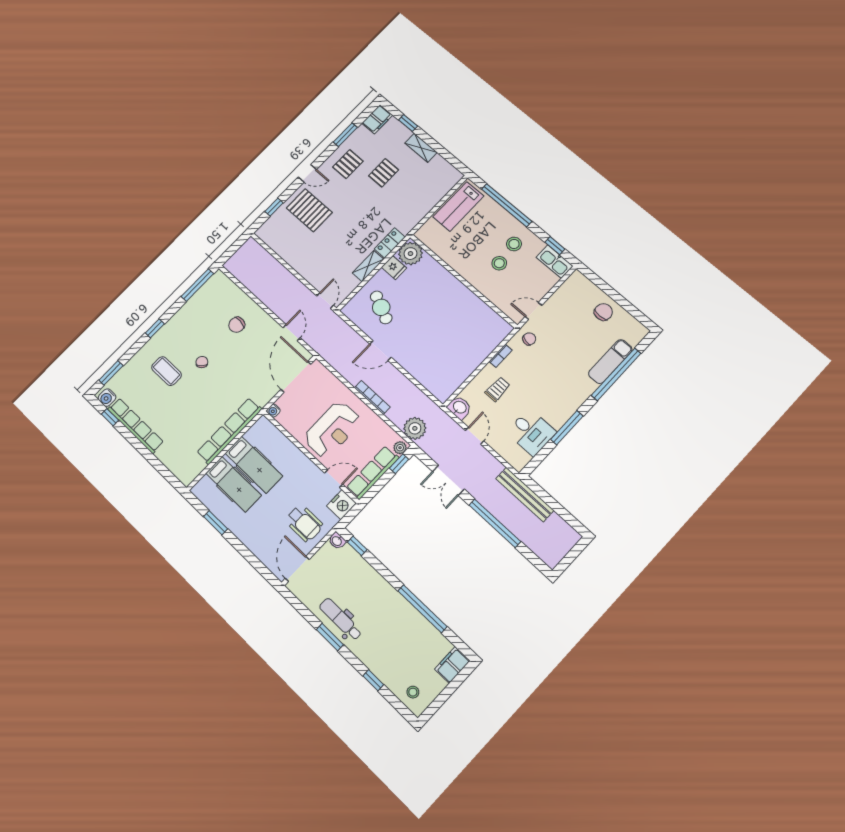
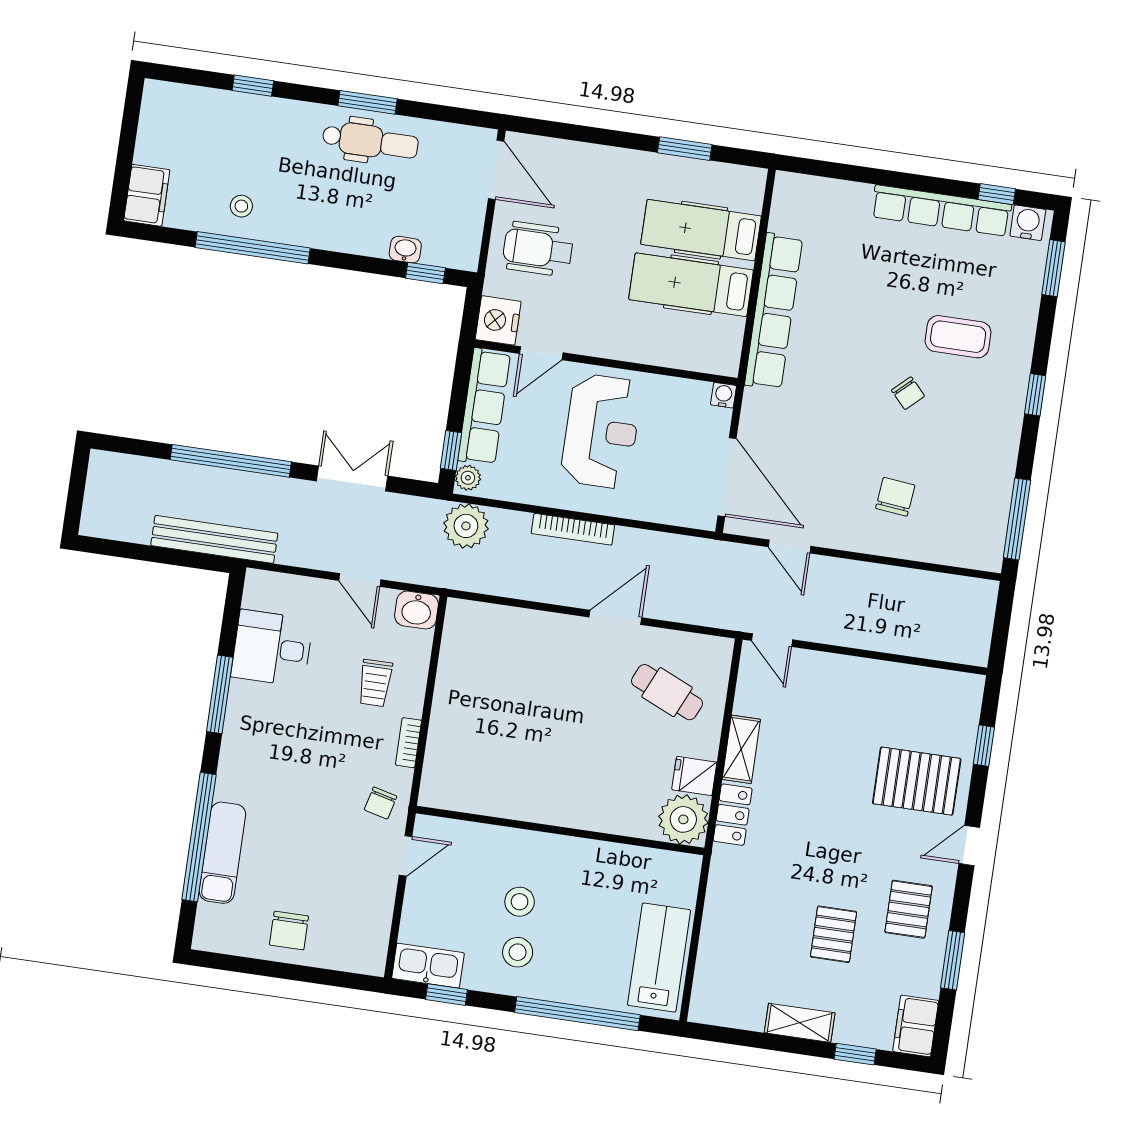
reception desk: (332, 430) -> (601, 431), turned 180
washbasin: (337, 541) -> (405, 250), moved
stool: (413, 692) -> (241, 206), moved

